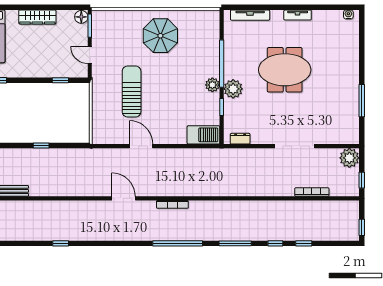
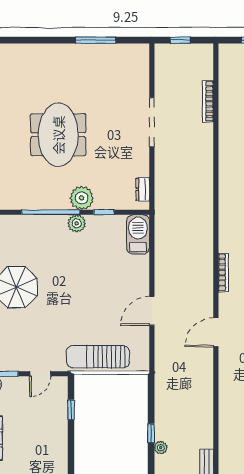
sun lounger: (132, 91) -> (98, 357), moved
plant: (349, 158) -> (161, 448), moved, width x0.53, depth x0.53
window: (362, 180) -> (180, 40), moved

